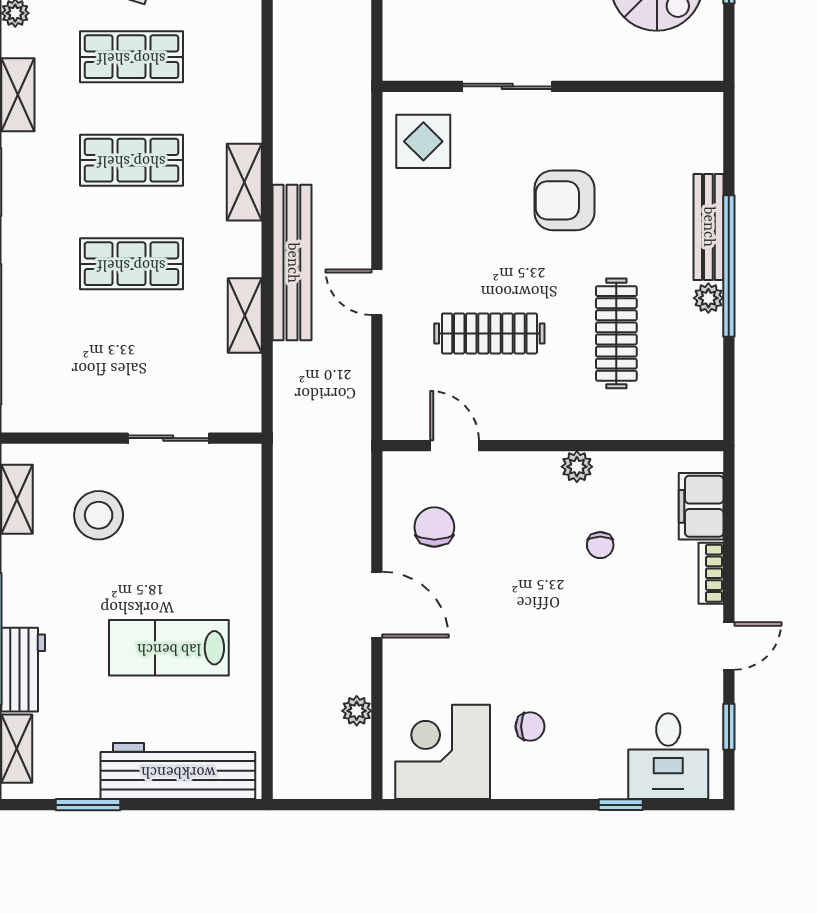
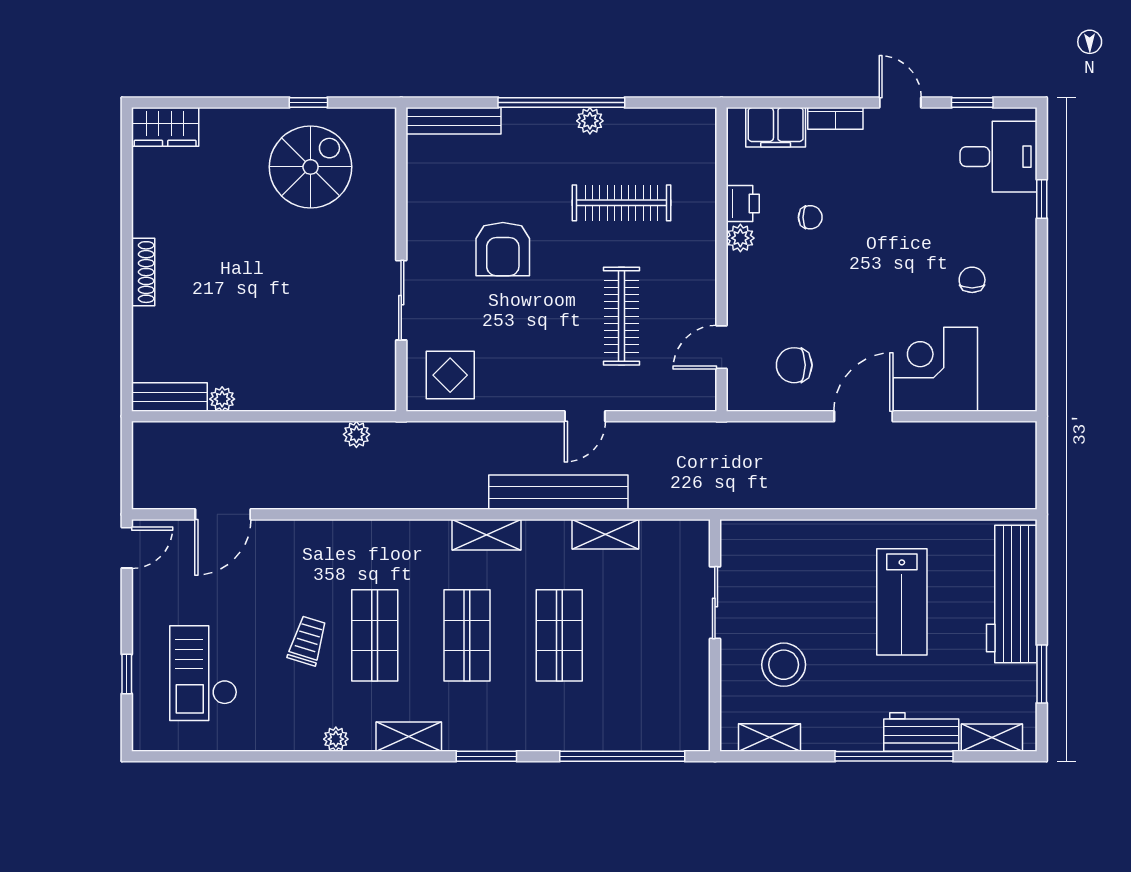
bench: (708, 227) -> (454, 121), moved
printer: (616, 469) -> (743, 203), added
plant: (357, 711) -> (356, 434), moved
corner desk: (443, 752) -> (935, 369), moved, turned 90

